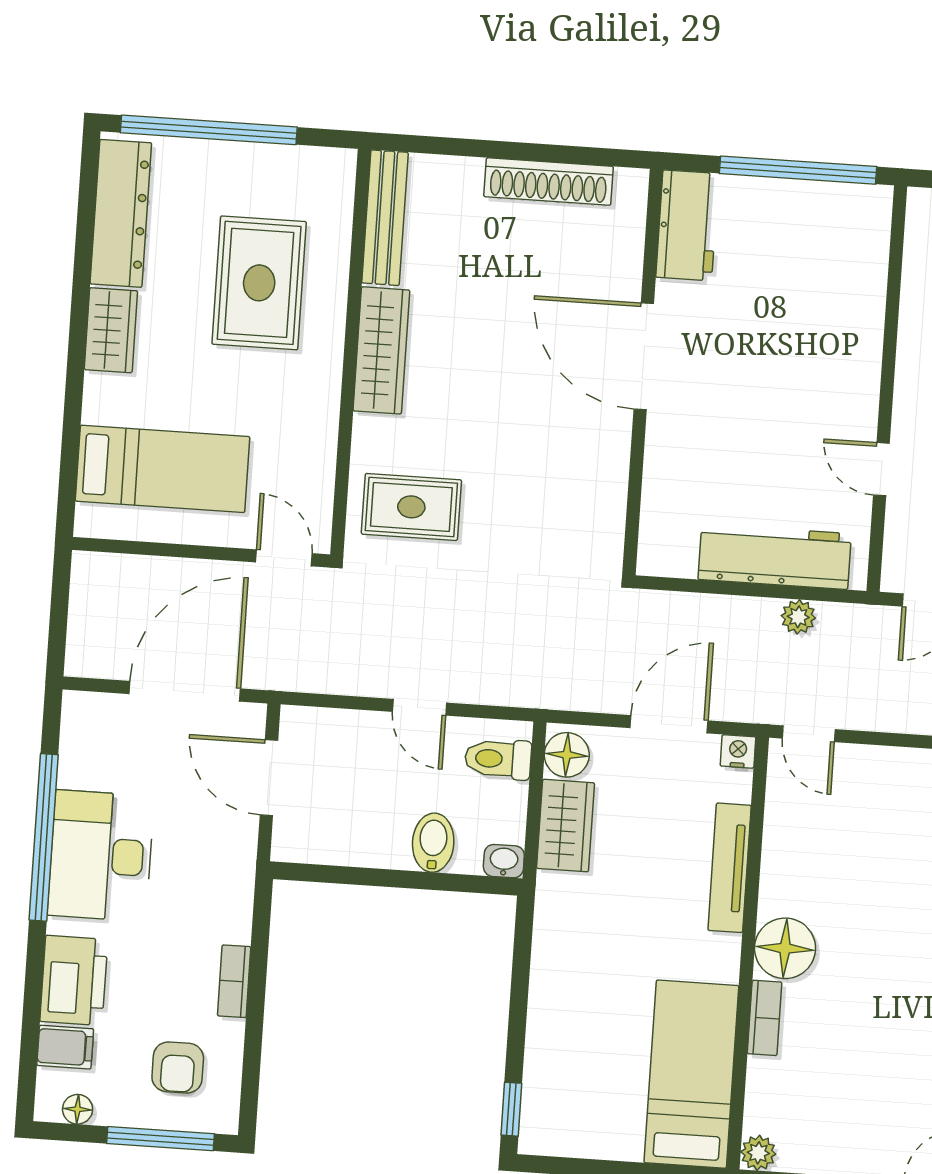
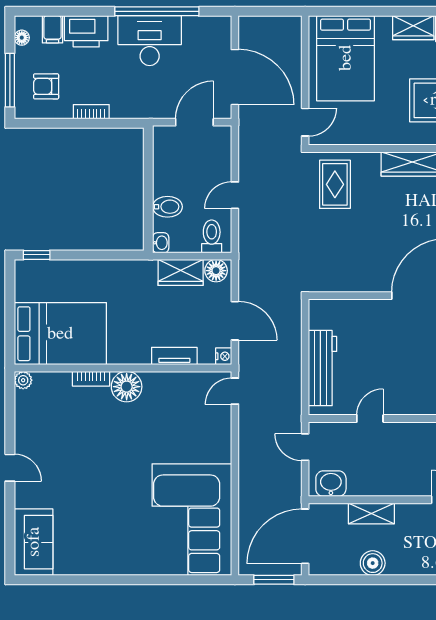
bed: (163, 469) -> (346, 58), width x1.50
plant: (798, 617) -> (293, 382), removed
tv unit: (730, 868) -> (174, 356), width x0.71
bed: (691, 1074) -> (60, 334), width x1.50

